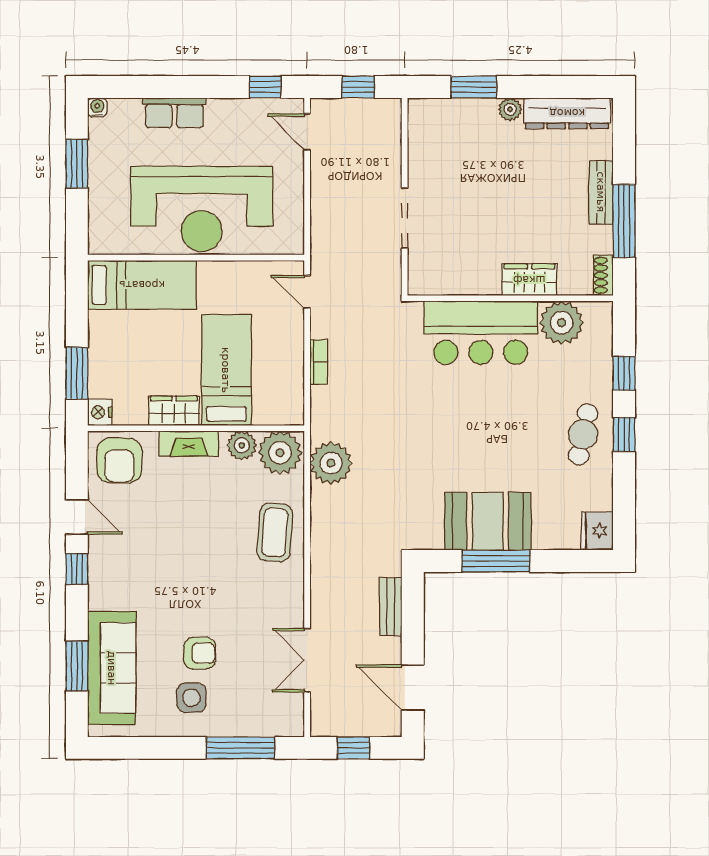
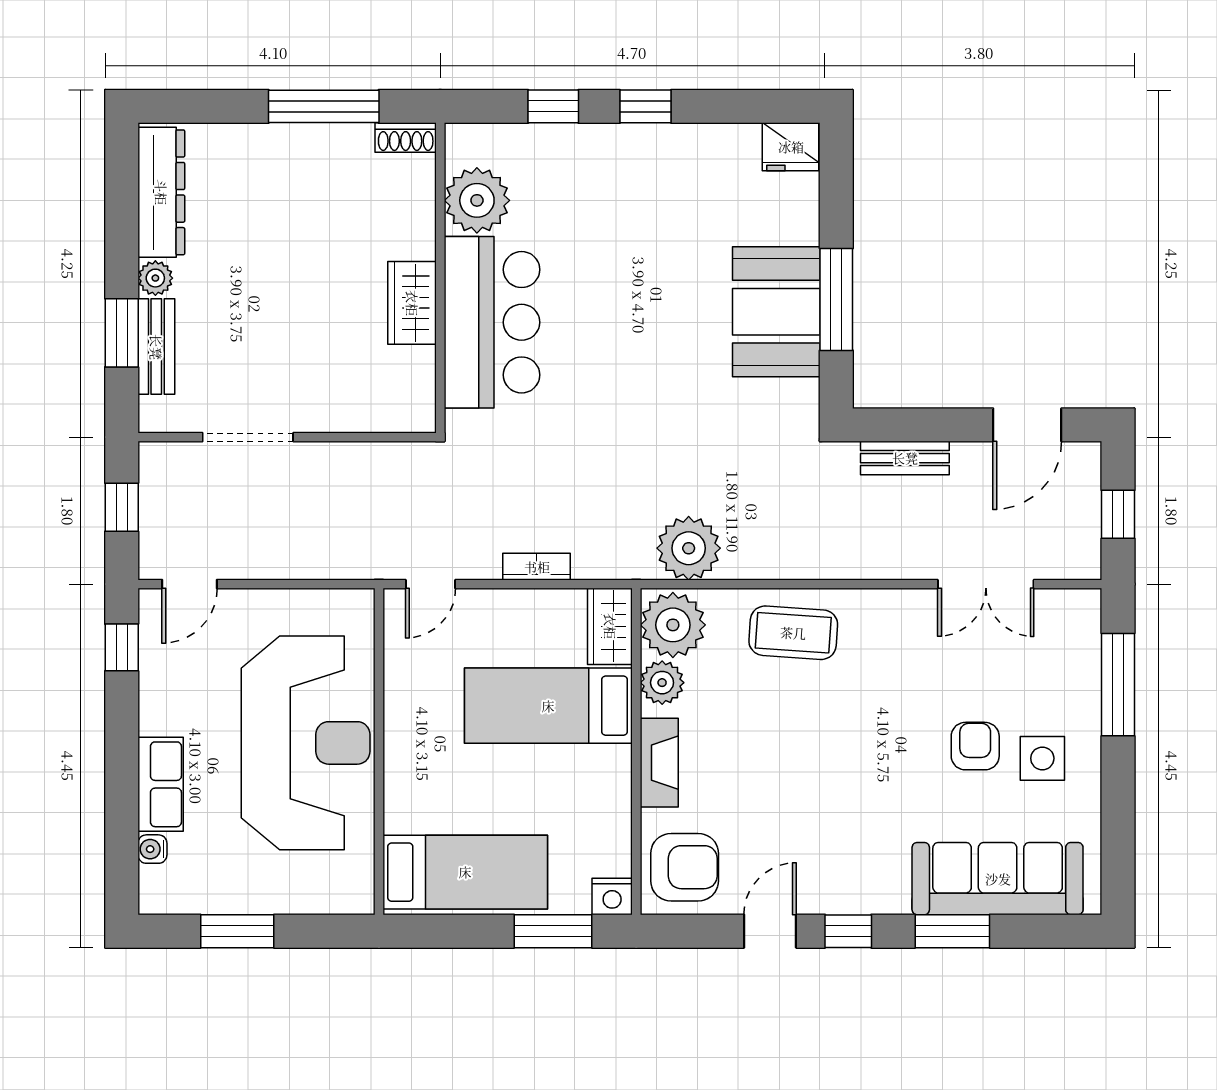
water cooler: (97, 107) -> (152, 849), moved
bench: (601, 192) -> (156, 347), moved, turned 90
doorway: (405, 218) -> (248, 437), moved
wardrobe: (529, 280) -> (412, 303), moved
bed: (142, 285) -> (465, 872), moved, turned 90
wardrobe: (174, 411) -> (610, 626), moved
cafe table: (583, 434) -> (645, 168), removed
window: (77, 666) -> (952, 931), moved

